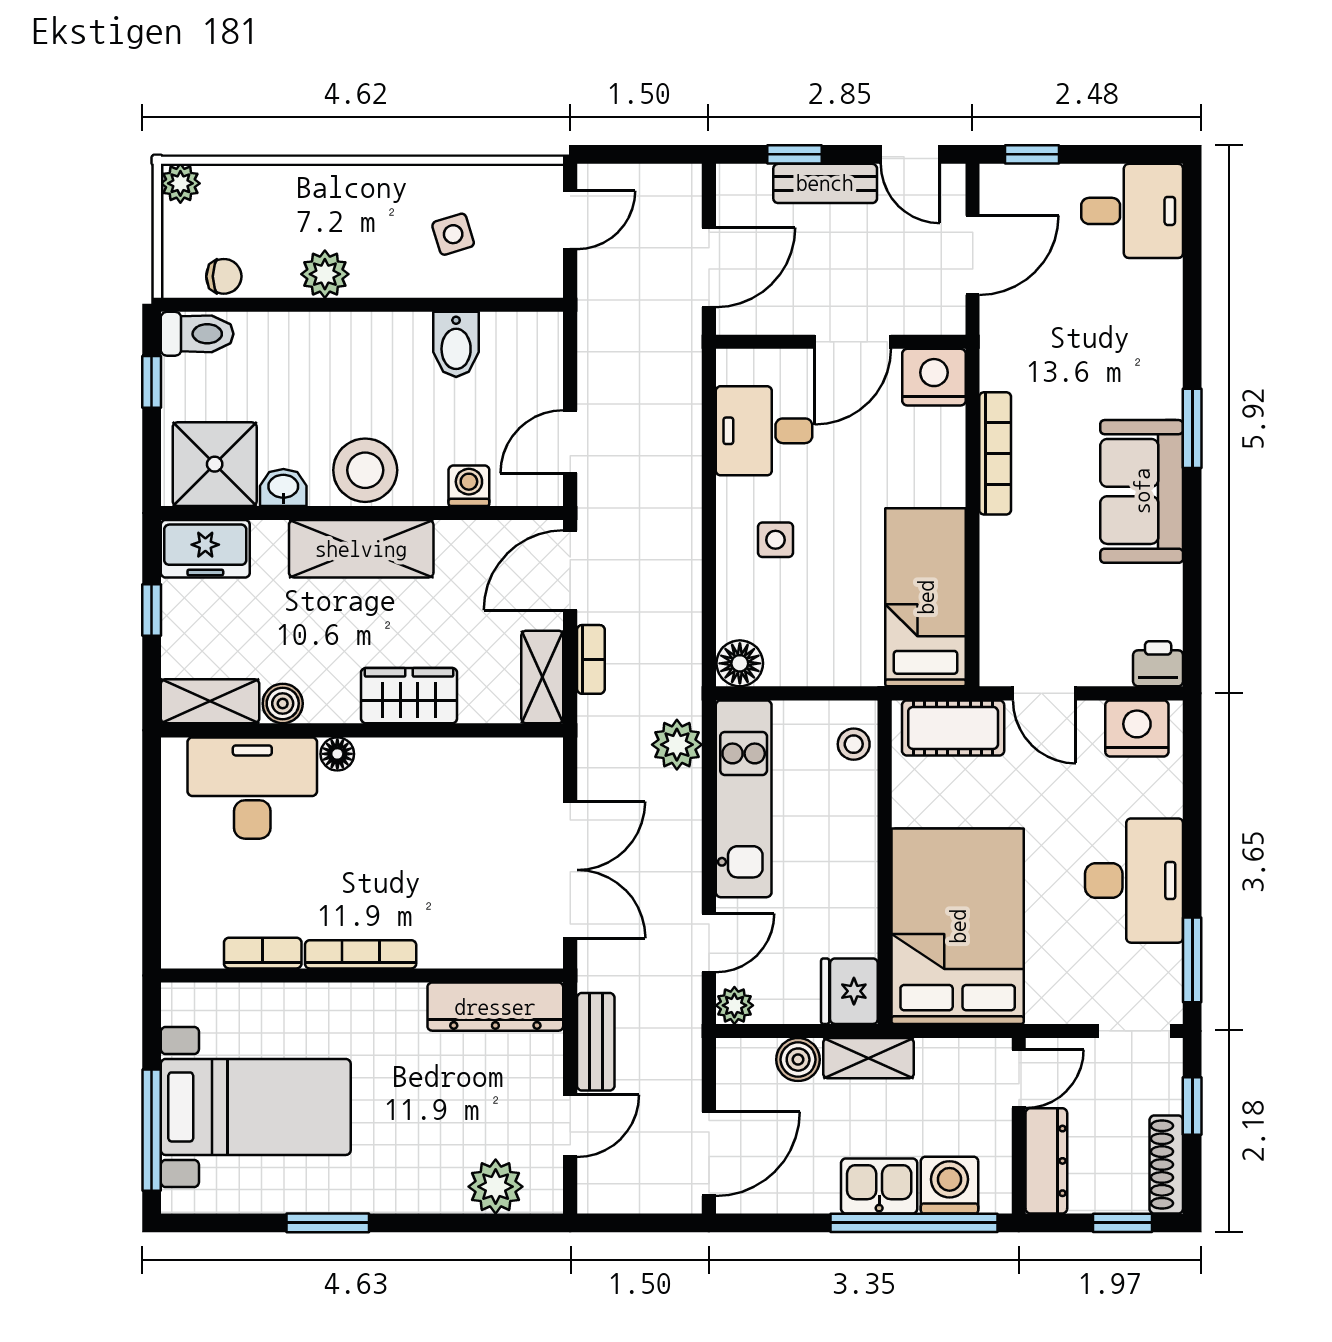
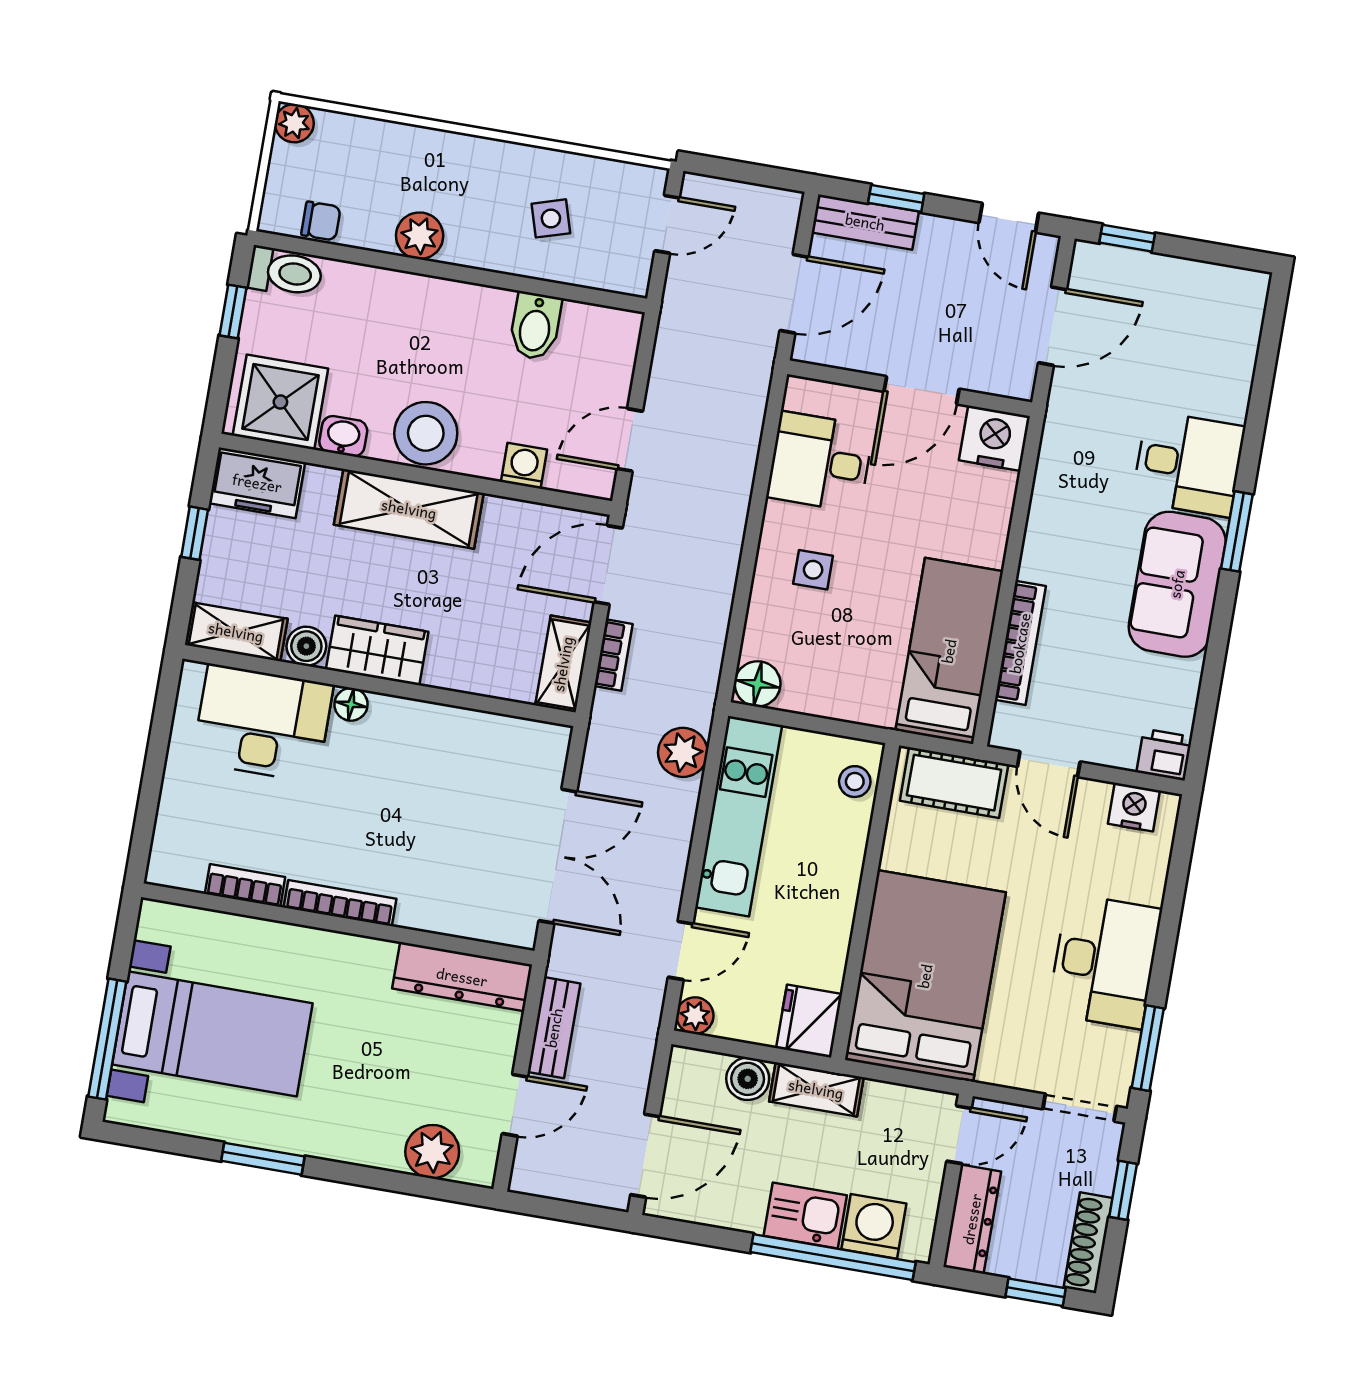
bench: (825, 183) -> (865, 222), moved
desk: (1132, 211) -> (1188, 464), moved
bookcase: (995, 453) -> (1020, 643), moved
wardrobe: (409, 696) -> (377, 650), moved
nightstand: (1137, 728) -> (1134, 807), width x0.74, depth x0.75

